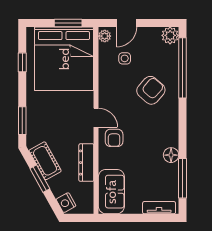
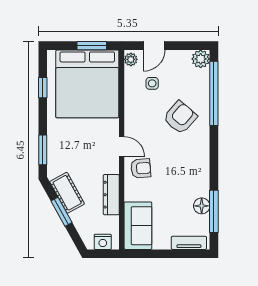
armchair: (114, 138) -> (141, 168), turned -94
floor lamp: (171, 155) -> (202, 206), moved
nightstand: (66, 203) -> (103, 242), moved, turned -61

